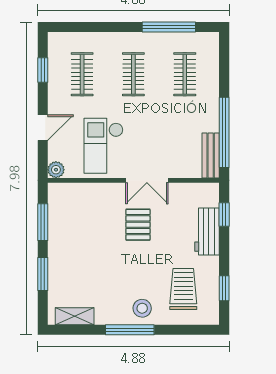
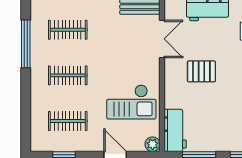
double door: (147, 180) -> (162, 39), moved
workbench: (71, 195) -> (175, 130), added

